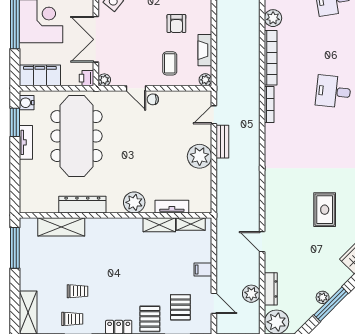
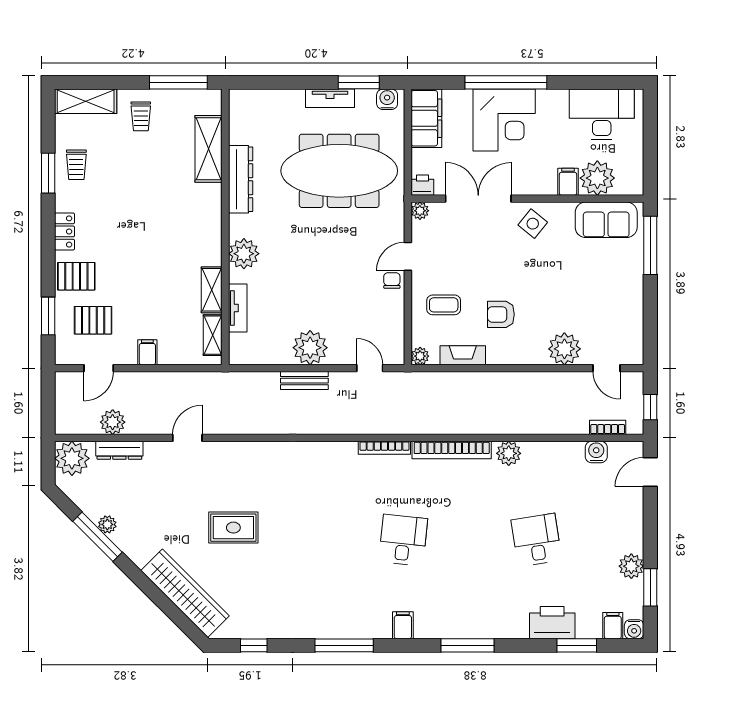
bench: (222, 142) -> (304, 381), moved
trolley: (77, 291) -> (141, 116), moved

